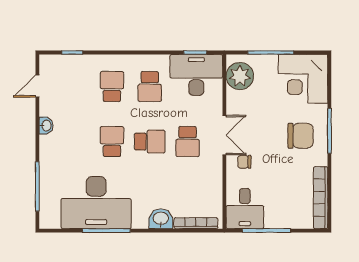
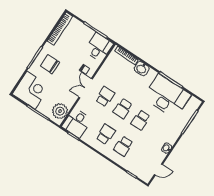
desk: (196, 75) -> (77, 123), width x0.73
school desk: (150, 142) -> (123, 108), turned -90

